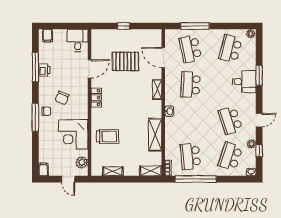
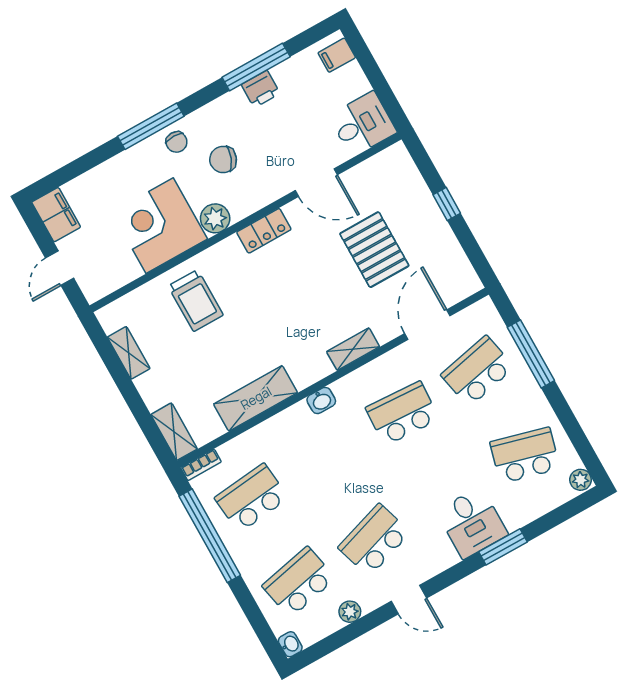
window: (259, 151) -> (345, 636), removed
school desk: (230, 156) -> (299, 582), turned -30
plant: (82, 162) -> (215, 218), moved
filing cabinet: (43, 170) -> (56, 215), width x2.00

